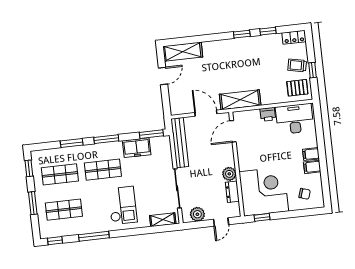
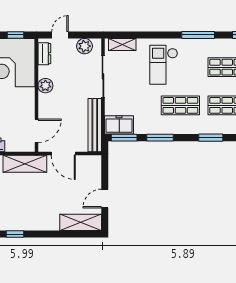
window: (106, 139) -> (160, 138), moved
freezer: (137, 148) -> (119, 125), moved
dresser: (232, 192) -> (44, 54), moved

